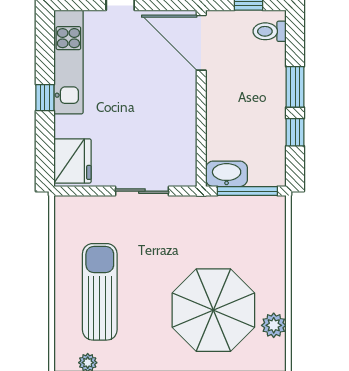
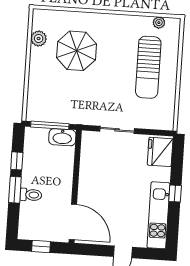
toilet: (270, 31) -> (31, 195), moved
parasol: (213, 310) -> (77, 51), width x0.73, depth x0.73

